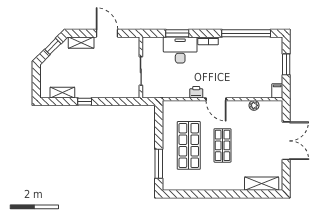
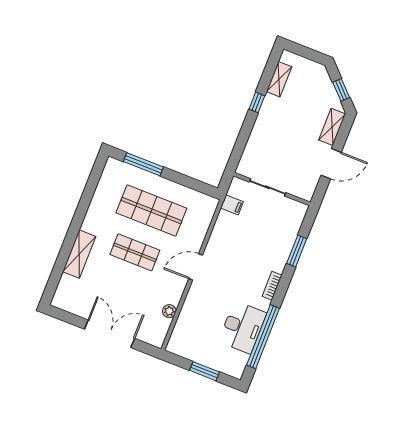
desk: (180, 50) -> (242, 327), moved
filing cabinet: (277, 91) -> (232, 205), moved
printer: (196, 92) -> (214, 246), removed
double door: (286, 141) -> (110, 334), swing flipped
shelving: (262, 184) -> (79, 254), moved

